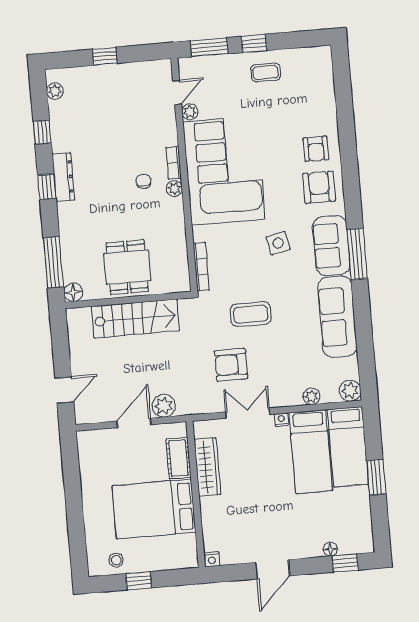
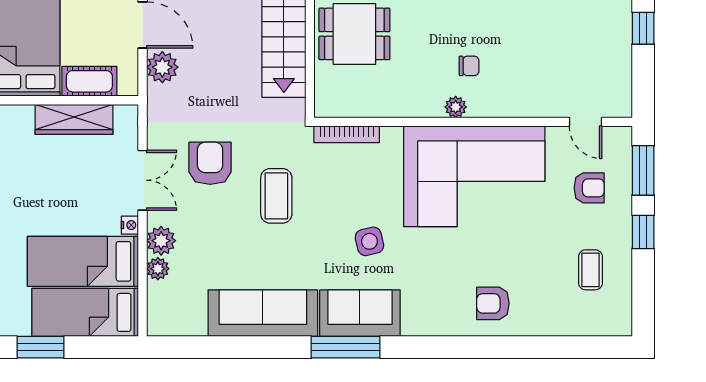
coffee table: (266, 72) -> (590, 270), moved
plant: (190, 112) -> (558, 137), removed
bookcase: (174, 163) -> (490, 109), removed
armchair: (319, 187) -> (589, 188), moved, width x0.72, depth x0.72
plant: (350, 391) -> (161, 241), moved

